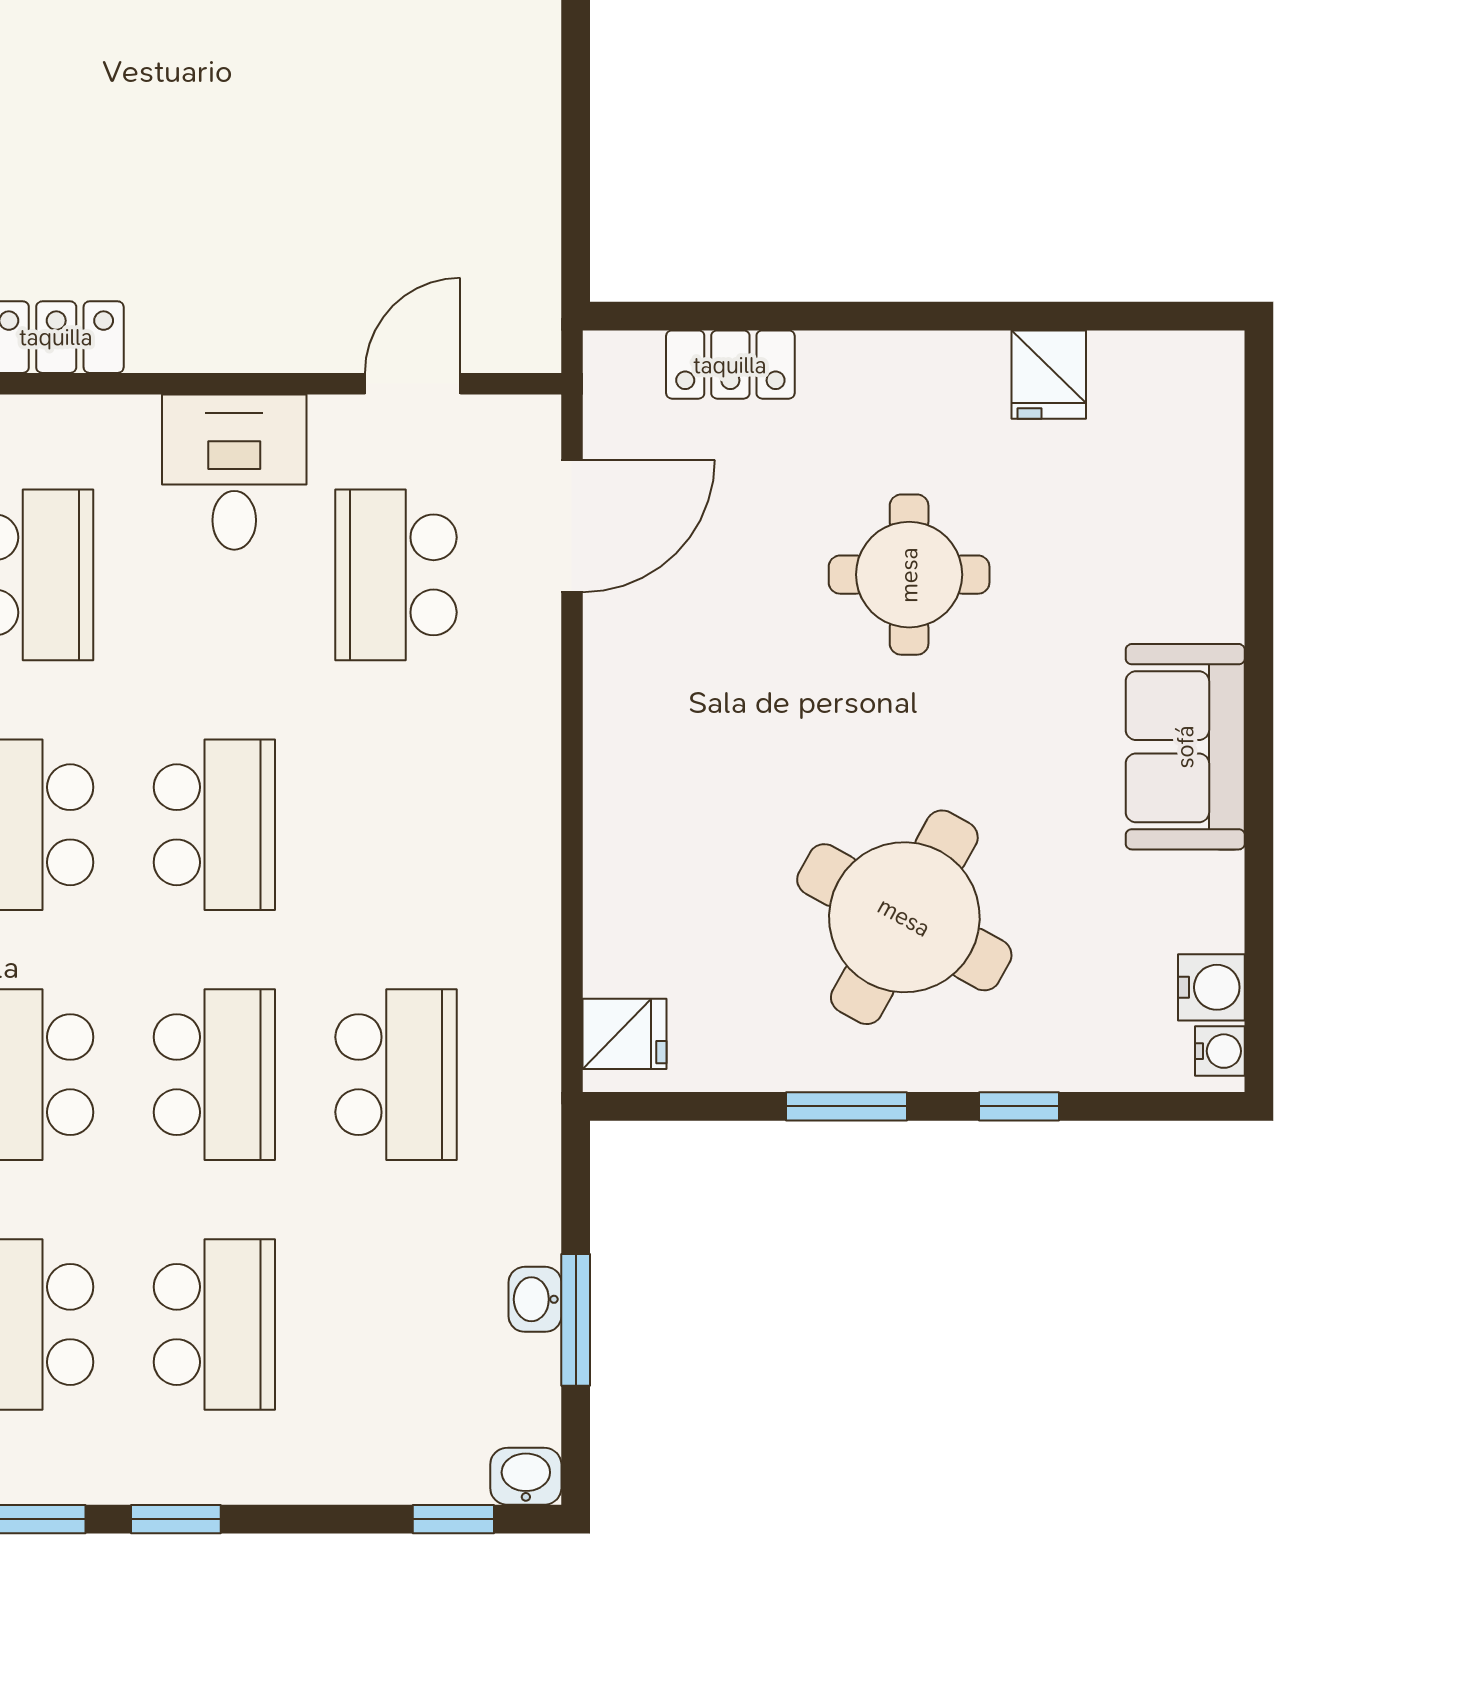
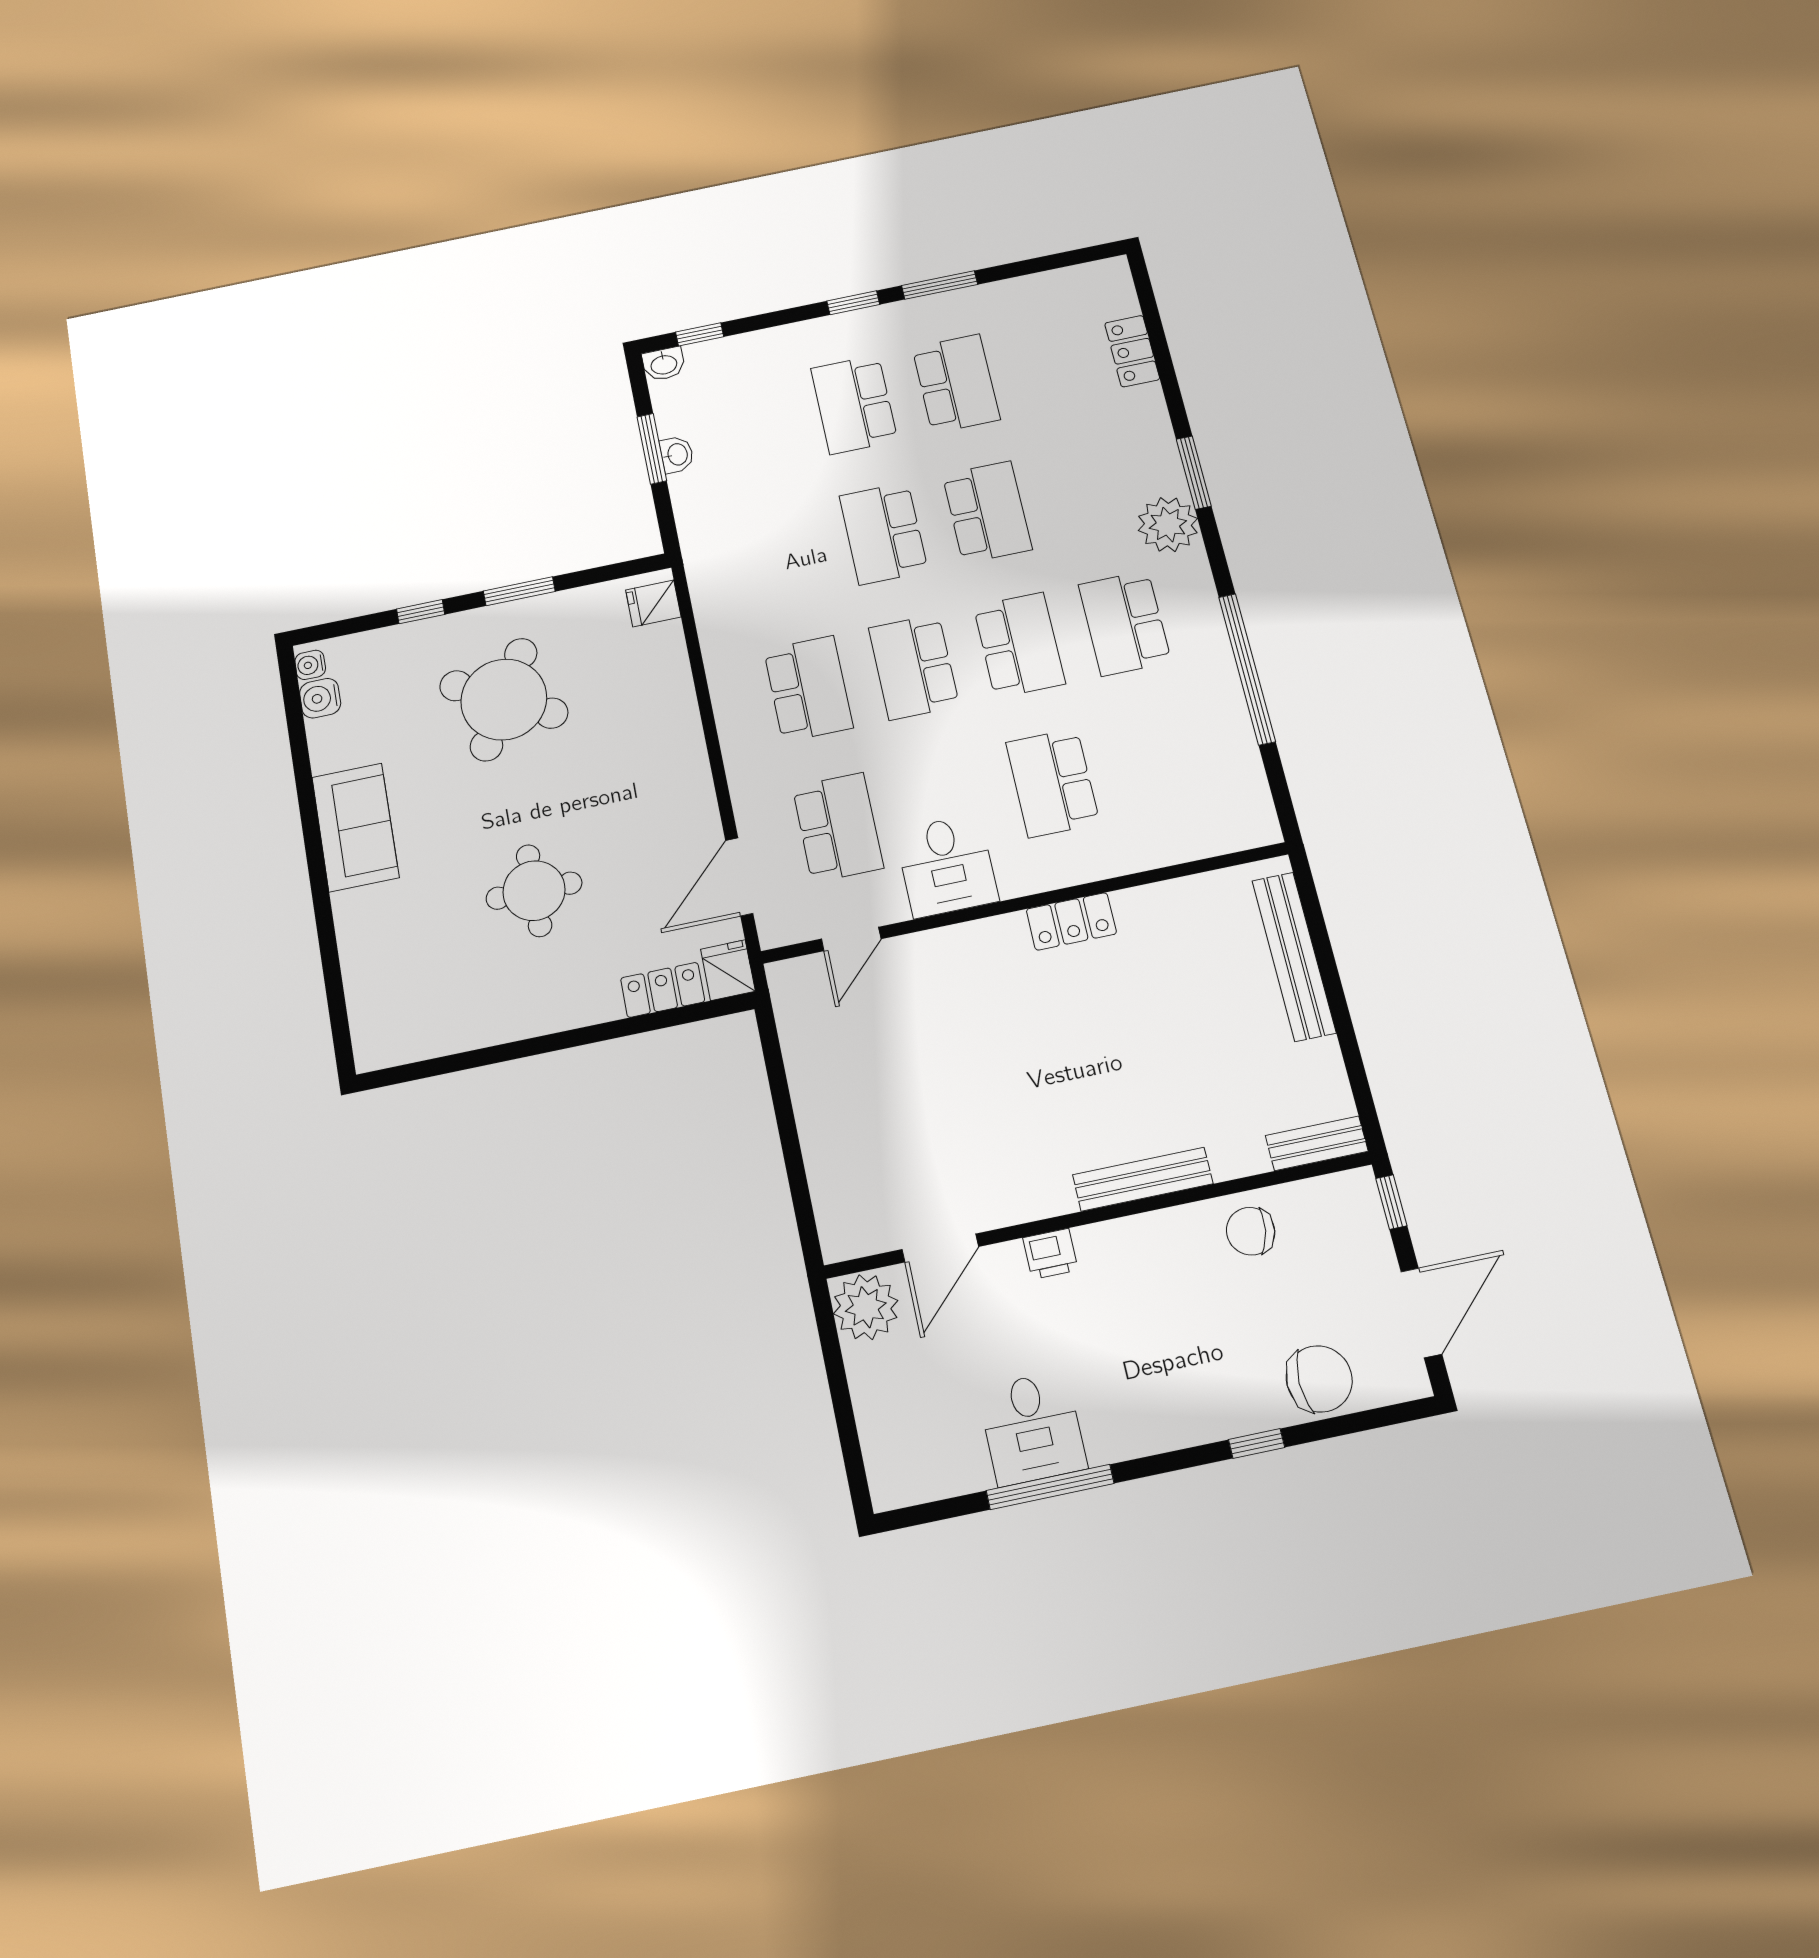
fridge: (1049, 375) -> (728, 970), moved
school desk: (396, 1075) -> (808, 689), moved, turned 180

